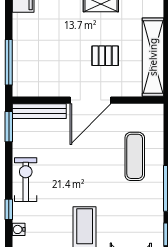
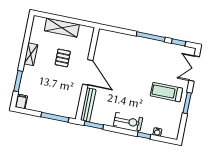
shelving: (153, 57) -> (62, 28), width x0.68
exercise mat: (135, 156) -> (127, 53), removed
exercise bike: (26, 180) -> (128, 121), turned 180

